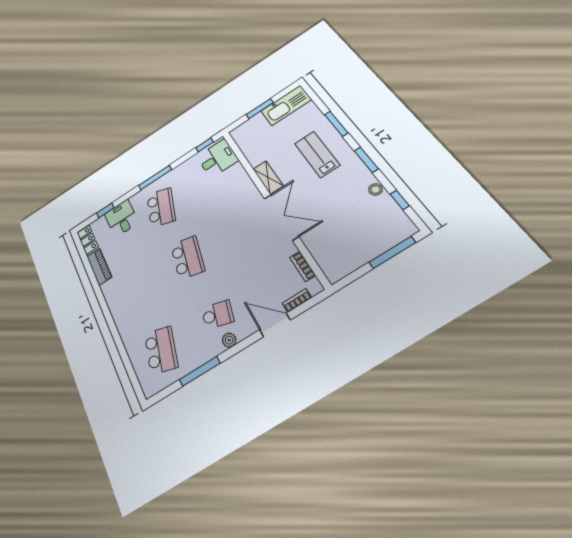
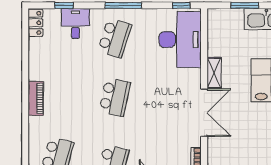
desk: (218, 158) -> (180, 40), width x1.87, depth x1.30
piano: (99, 267) -> (36, 98), moved

